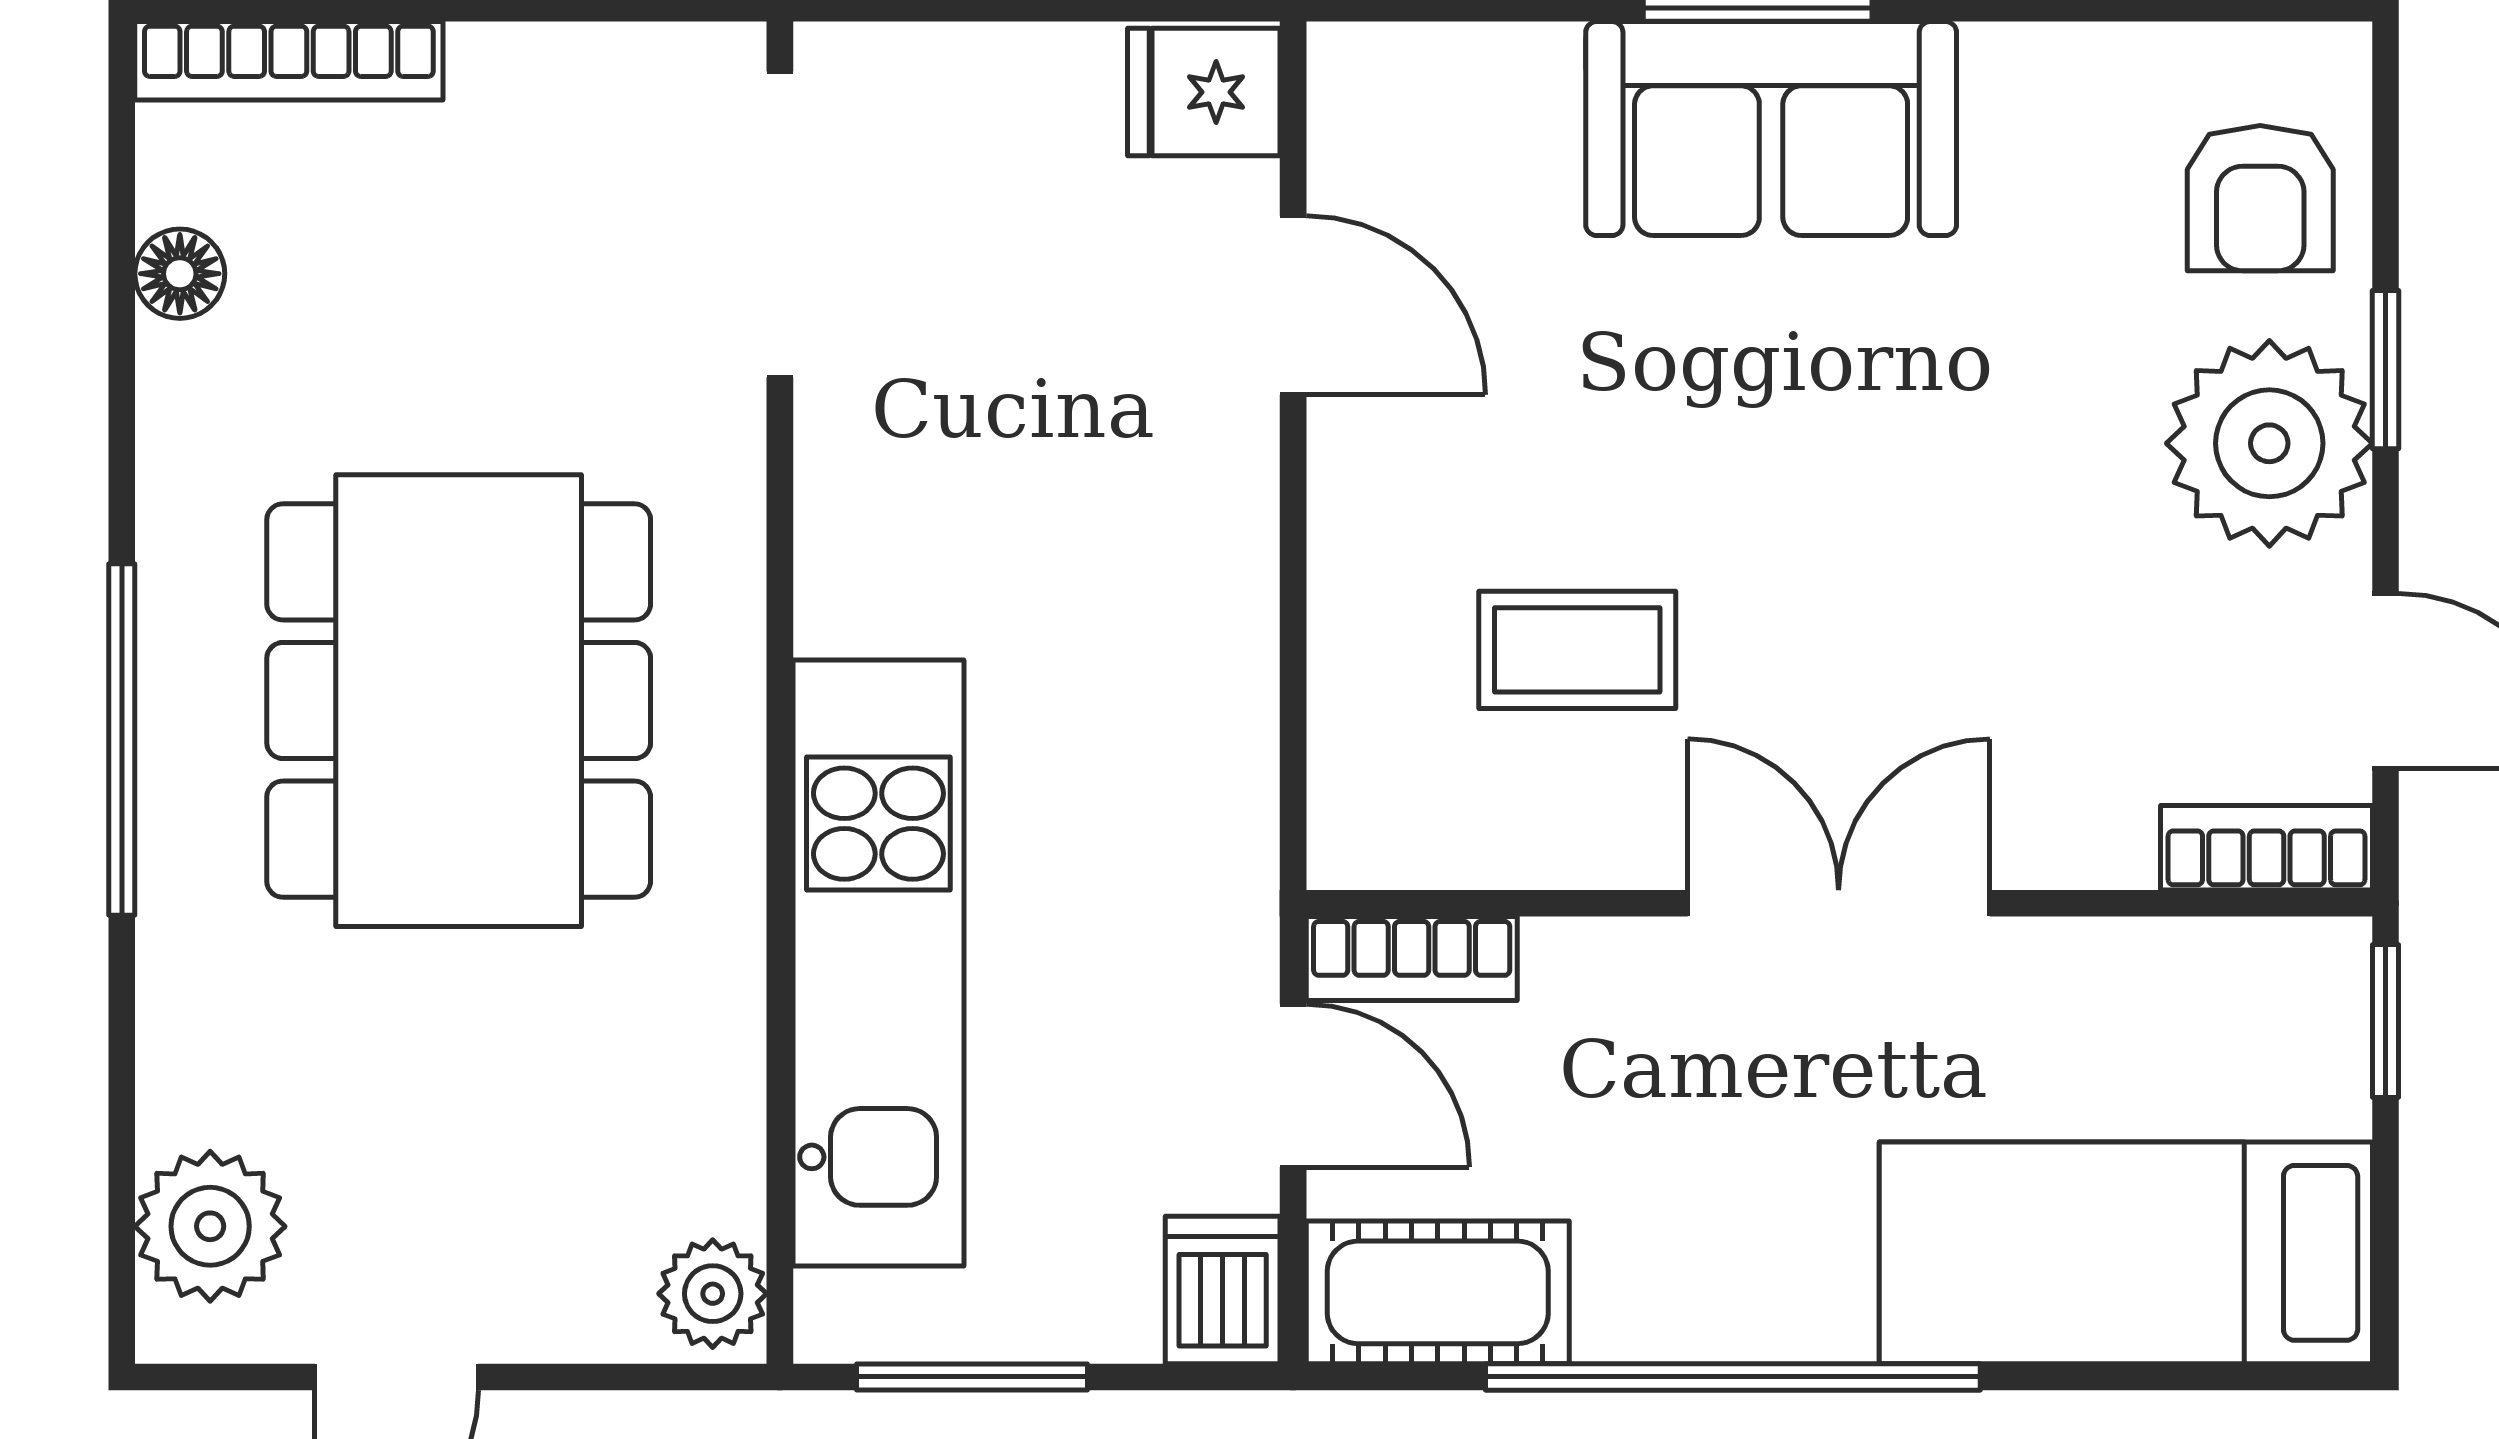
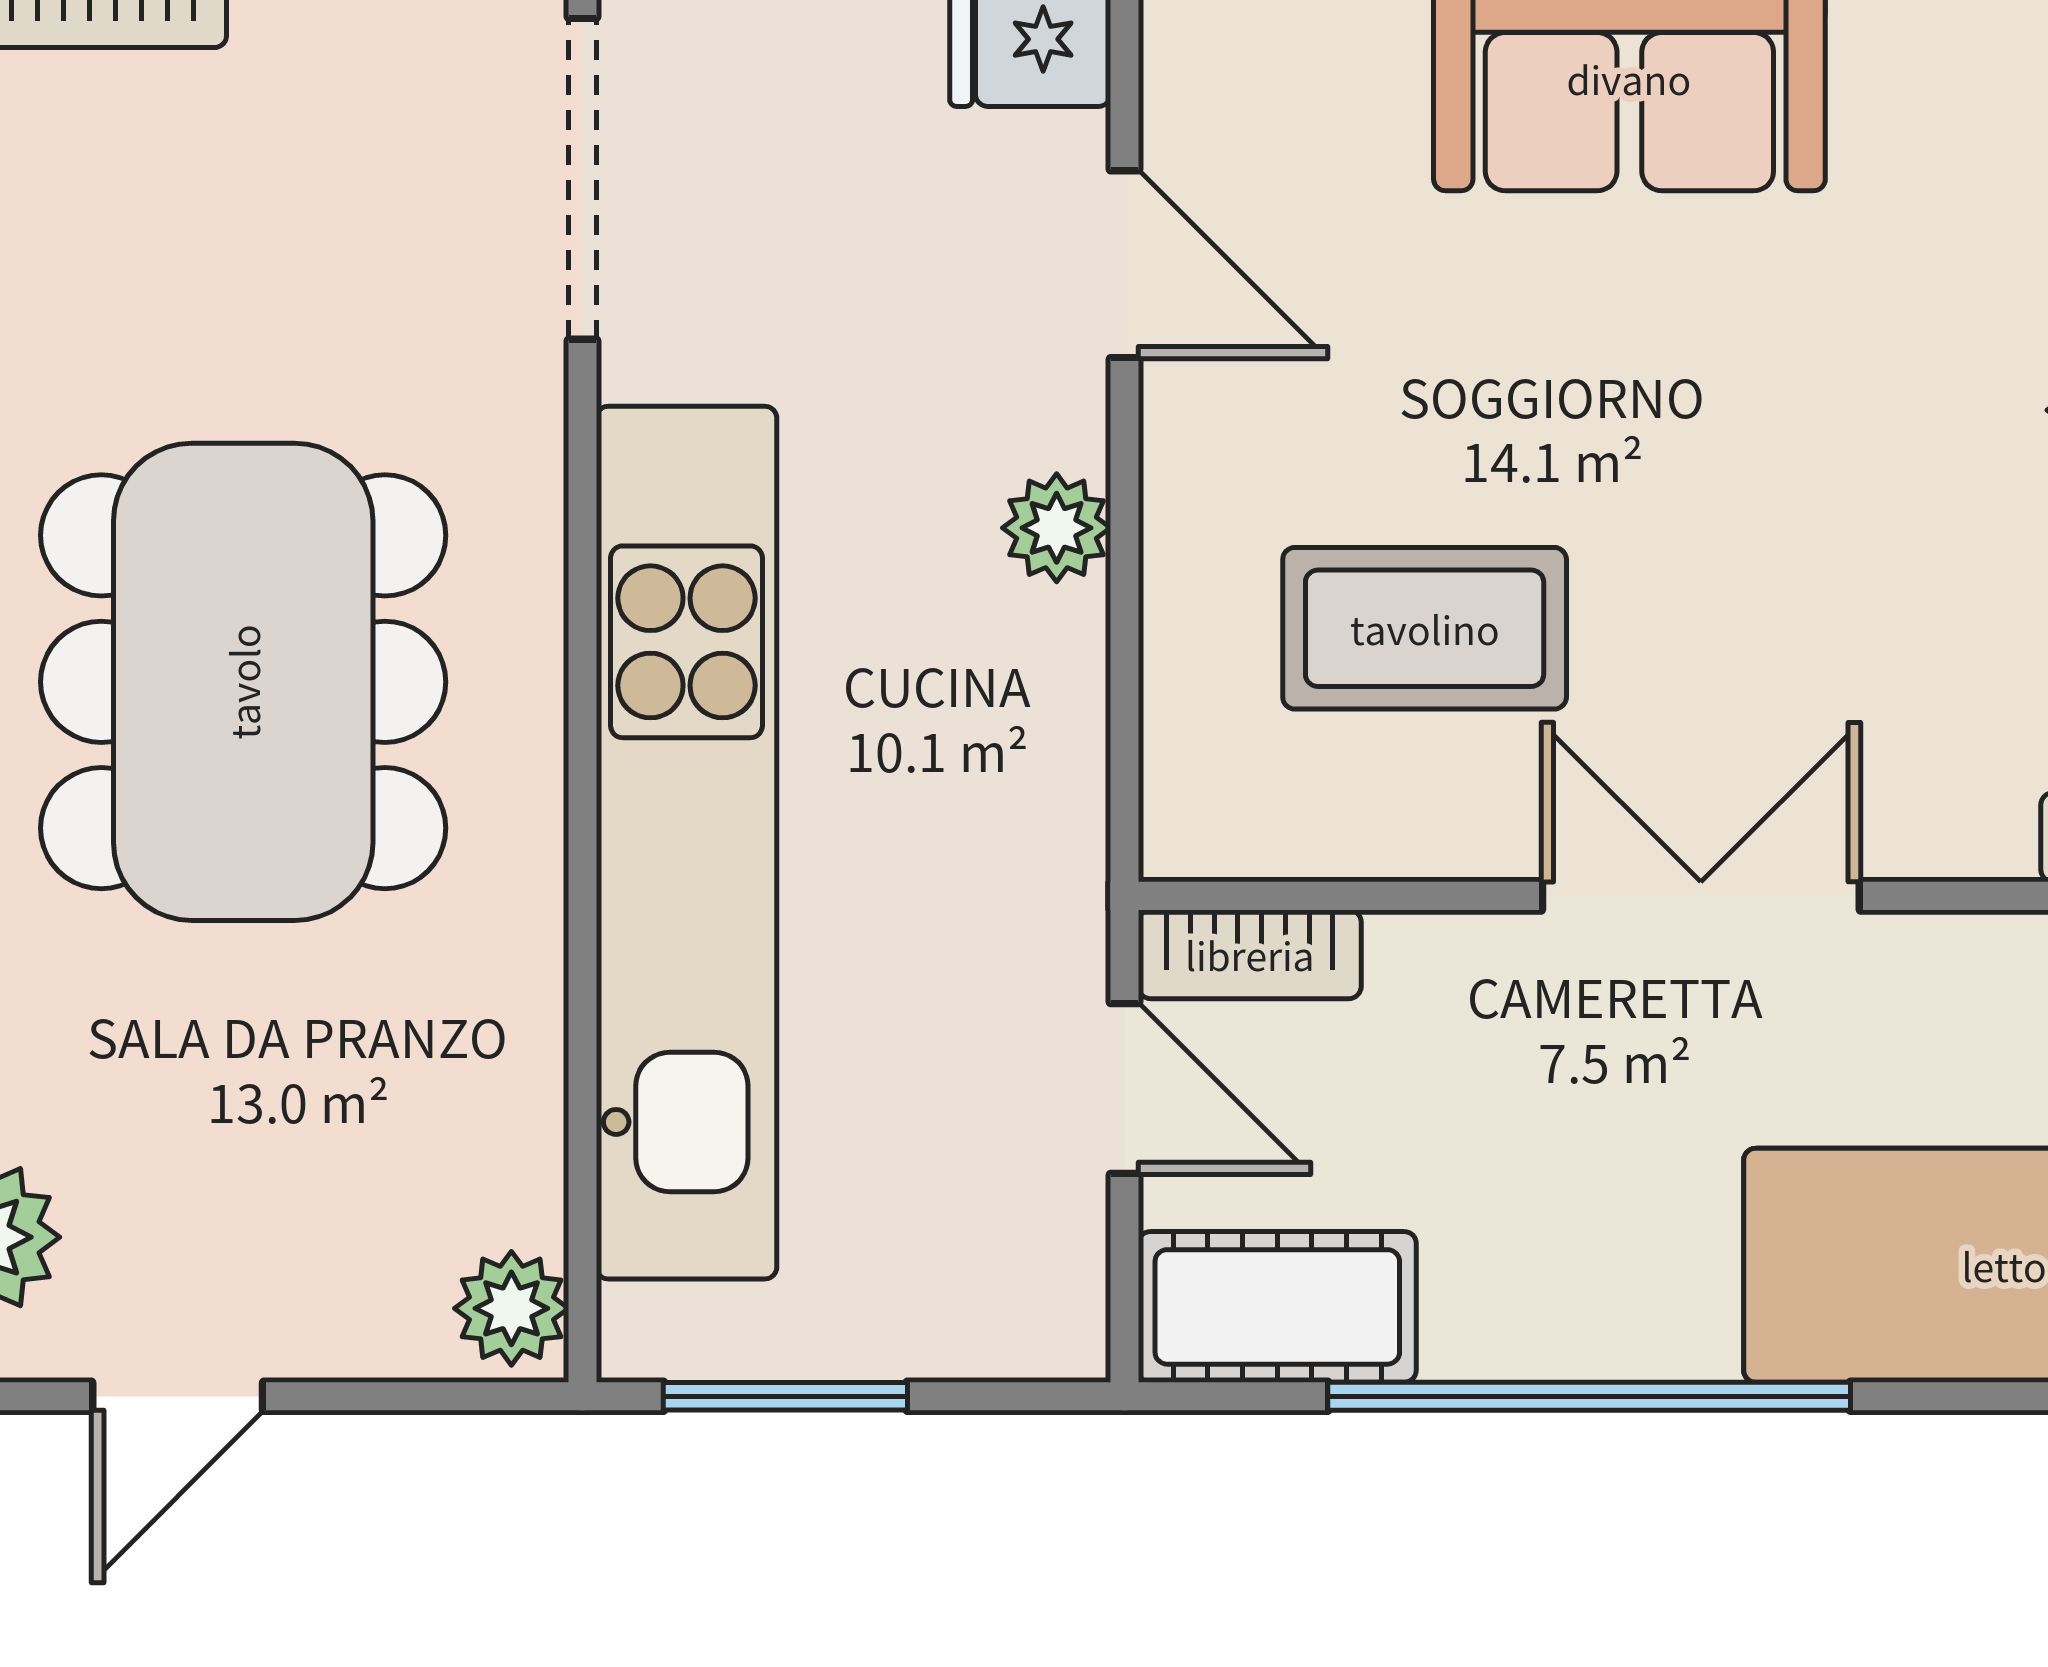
plant: (1229, 555) -> (1057, 528), added
coffee table: (1577, 650) -> (1425, 628), width x1.36, depth x1.30
kitchen unit: (878, 963) -> (687, 843), width x1.36
dishwasher: (1223, 1290) -> (1050, 1304), removed

